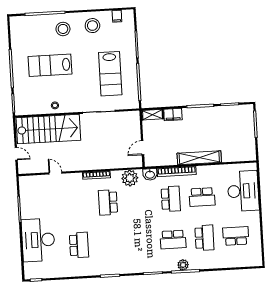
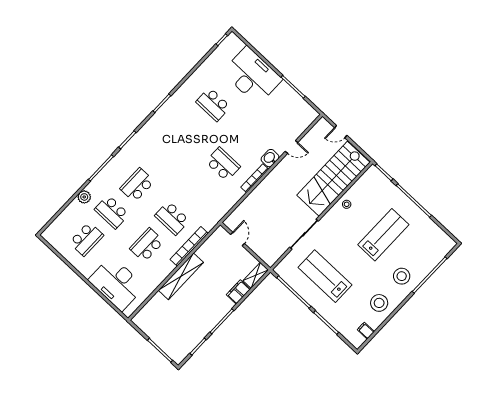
washbasin: (150, 174) -> (270, 158), moved
plant: (130, 178) -> (224, 203), removed
plant: (183, 265) -> (84, 197), moved

